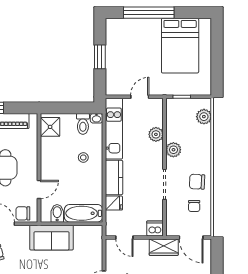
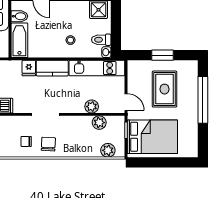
bed: (180, 46) -> (152, 137), moved, turned 180
rug: (137, 55) -> (165, 89), added
door: (140, 97) -> (126, 102), moved
plant: (173, 150) -> (99, 123), moved

